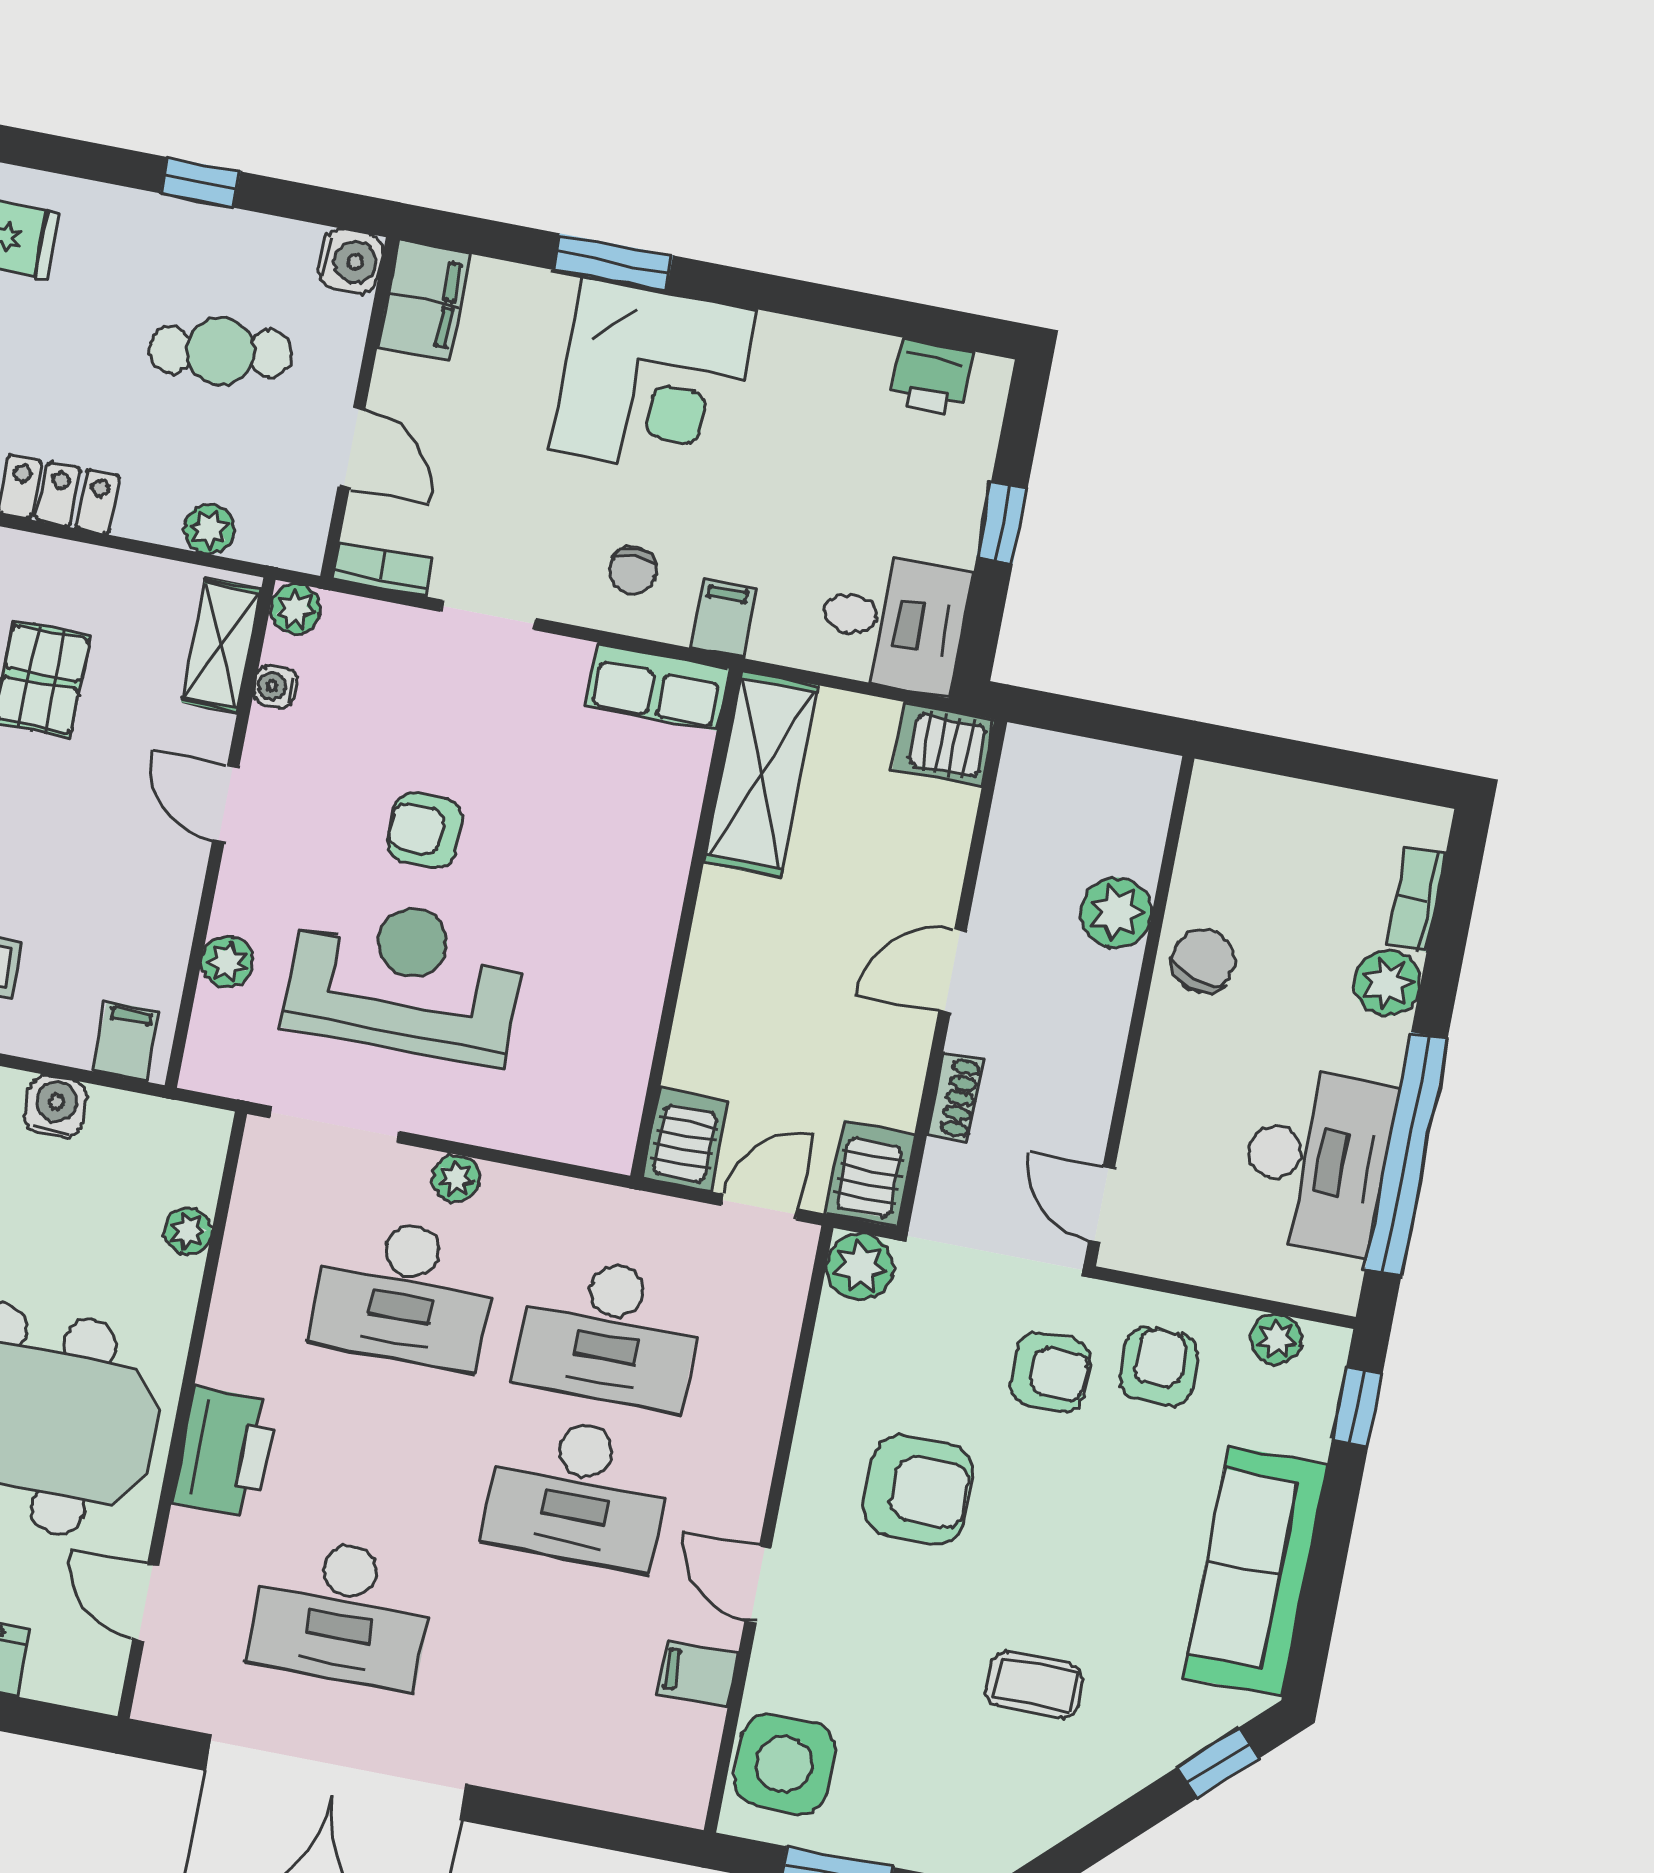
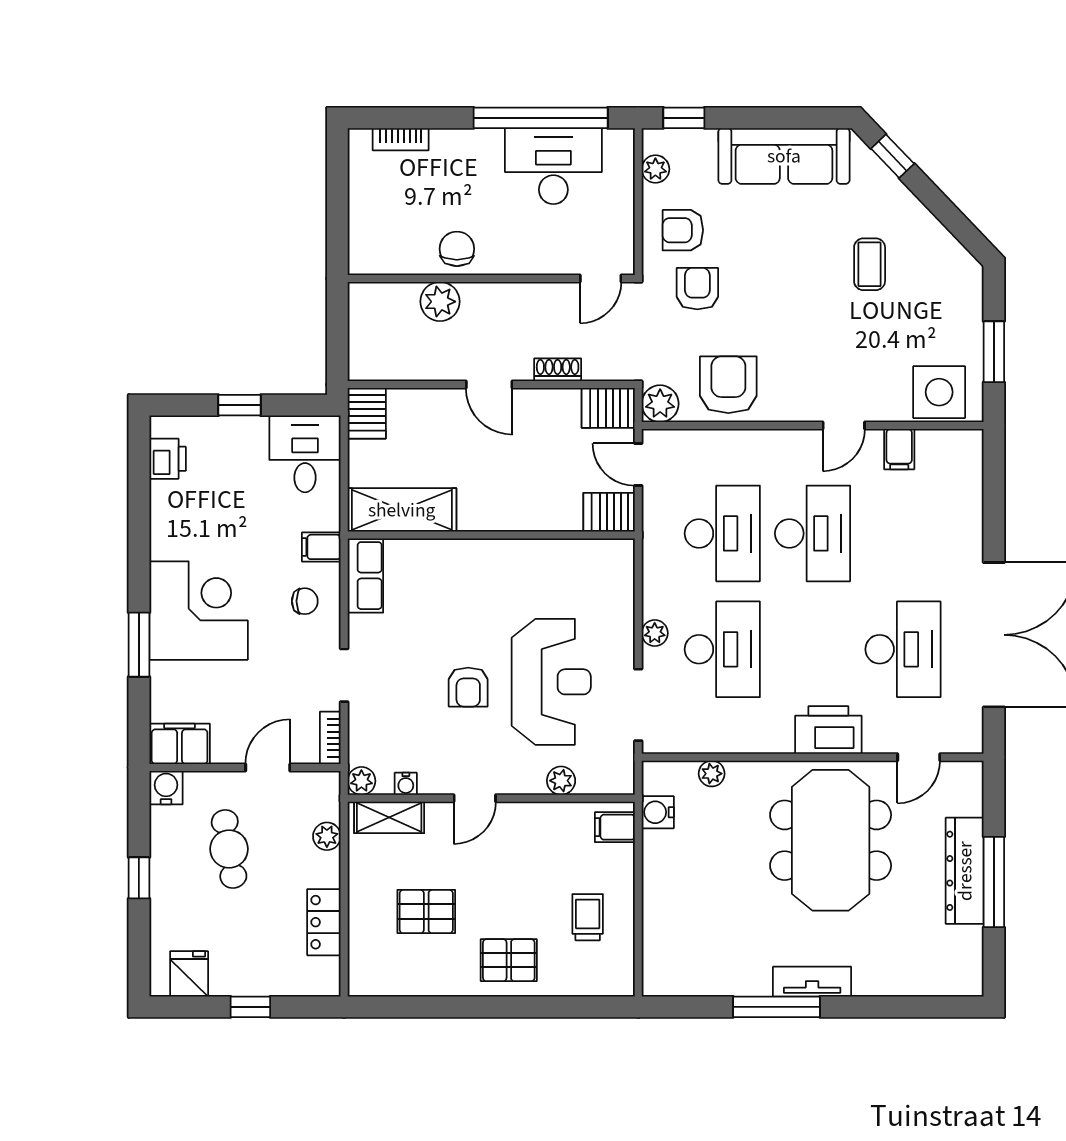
chair: (1203, 961) -> (457, 249), turned 74
reception desk: (405, 979) -> (551, 682), turned 180
plant: (1387, 983) -> (450, 146), removed
water cooler: (56, 1106) -> (658, 812), moved
armchair: (918, 1490) -> (728, 385), moved

